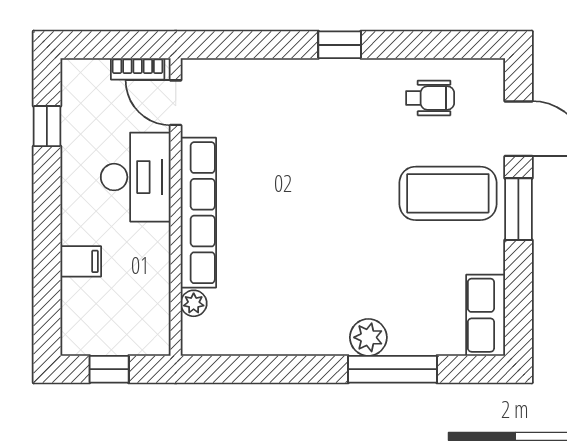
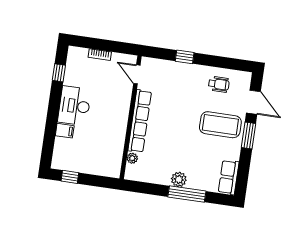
door: (176, 103) -> (137, 74), moved
desk: (136, 177) -> (74, 106), moved, turned 180
wall: (176, 207) -> (131, 117), moved
row of seats: (198, 213) -> (140, 121), moved
plant: (194, 303) -> (132, 158), moved

